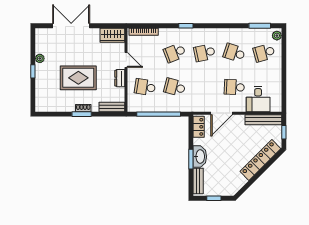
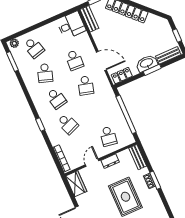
school desk: (175, 87) -> (86, 85), moved
desk: (258, 99) -> (71, 25), moved
bench: (263, 120) -> (89, 19), width x0.73

